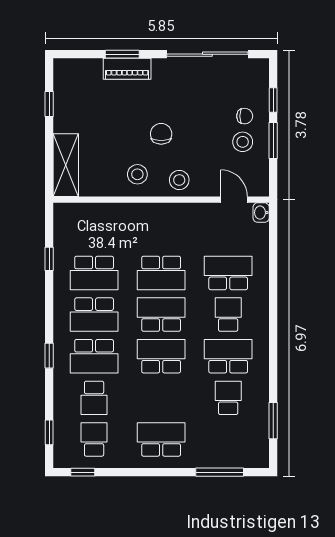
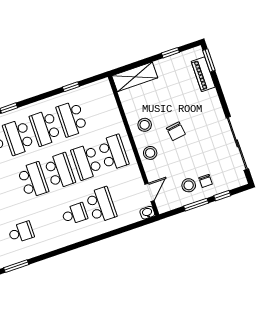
window: (122, 54) -> (209, 60), moved
piano: (127, 69) -> (203, 74), moved
chair: (161, 134) -> (176, 131), turned 82
school desk: (228, 356) -> (113, 153), moved

